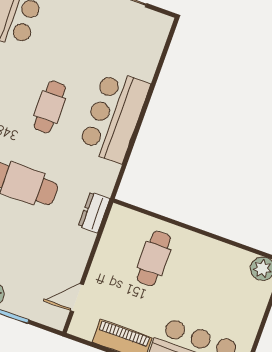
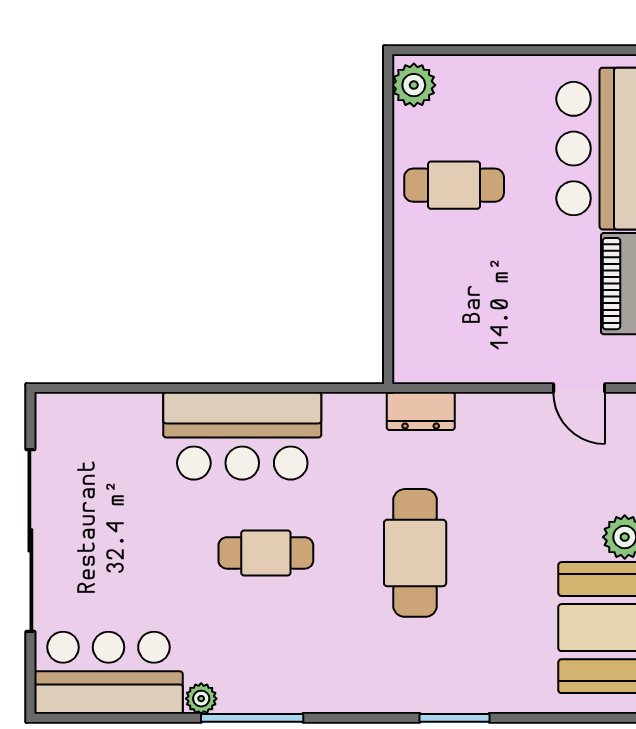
cafe table: (154, 258) -> (454, 185), moved

